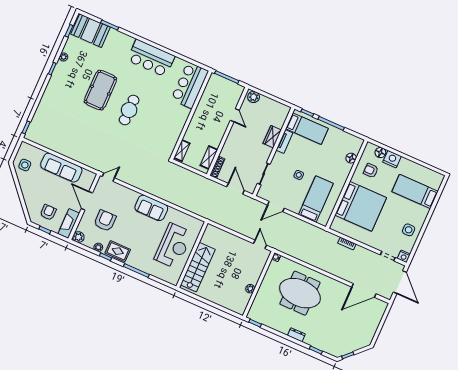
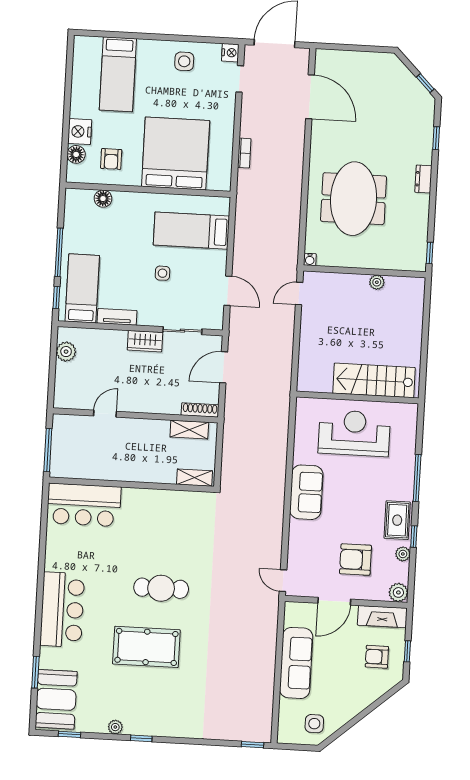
bar counter: (151, 58) -> (62, 610), moved
plant: (254, 97) -> (66, 352), moved
wardrobe: (272, 137) -> (145, 341), moved

